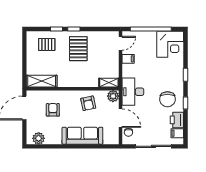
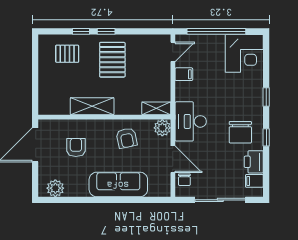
shelving: (42, 81) -> (92, 106), moved

